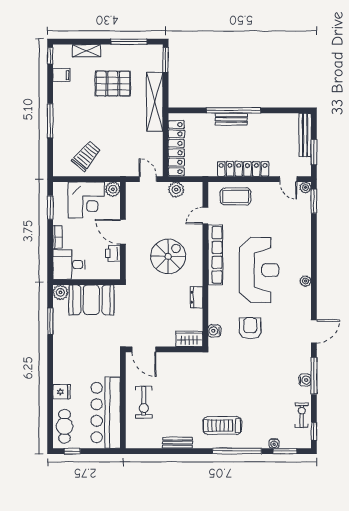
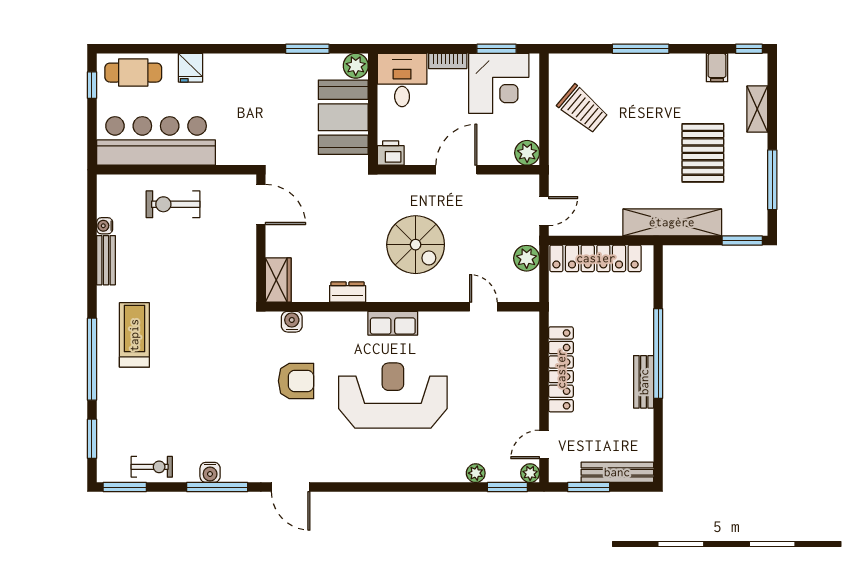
bench: (231, 119) -> (644, 382), moved
coffee table: (236, 196) -> (515, 357), removed
corner desk: (86, 200) -> (499, 83), moved, turned -90
printer: (113, 253) -> (391, 153), moved
row of seats: (215, 255) -> (393, 323), width x0.50
reception desk: (259, 270) -> (393, 396), turned 180
plant: (306, 281) -> (476, 473), moved
door: (144, 349) -> (261, 205), swing flipped
window: (314, 431) -> (125, 487), width x1.50
water cooler: (274, 443) -> (105, 226), moved

